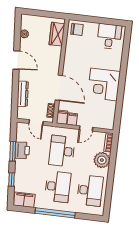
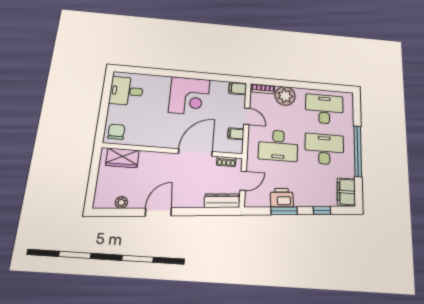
dresser: (23, 94) -> (222, 201), moved
filing cabinet: (62, 117) -> (238, 88), moved

